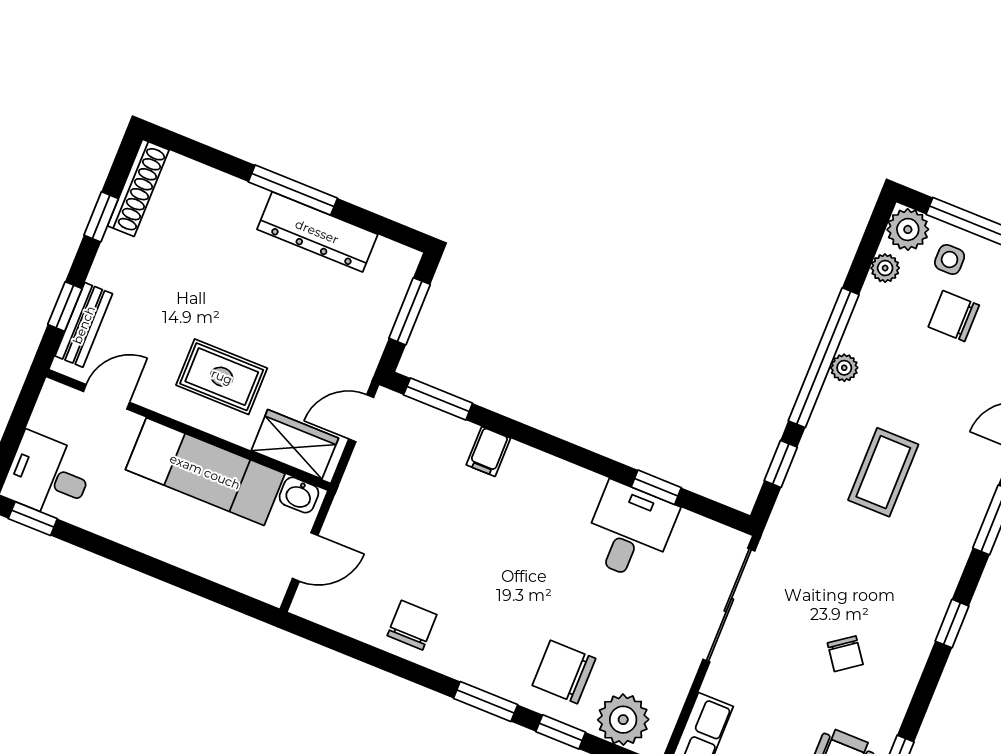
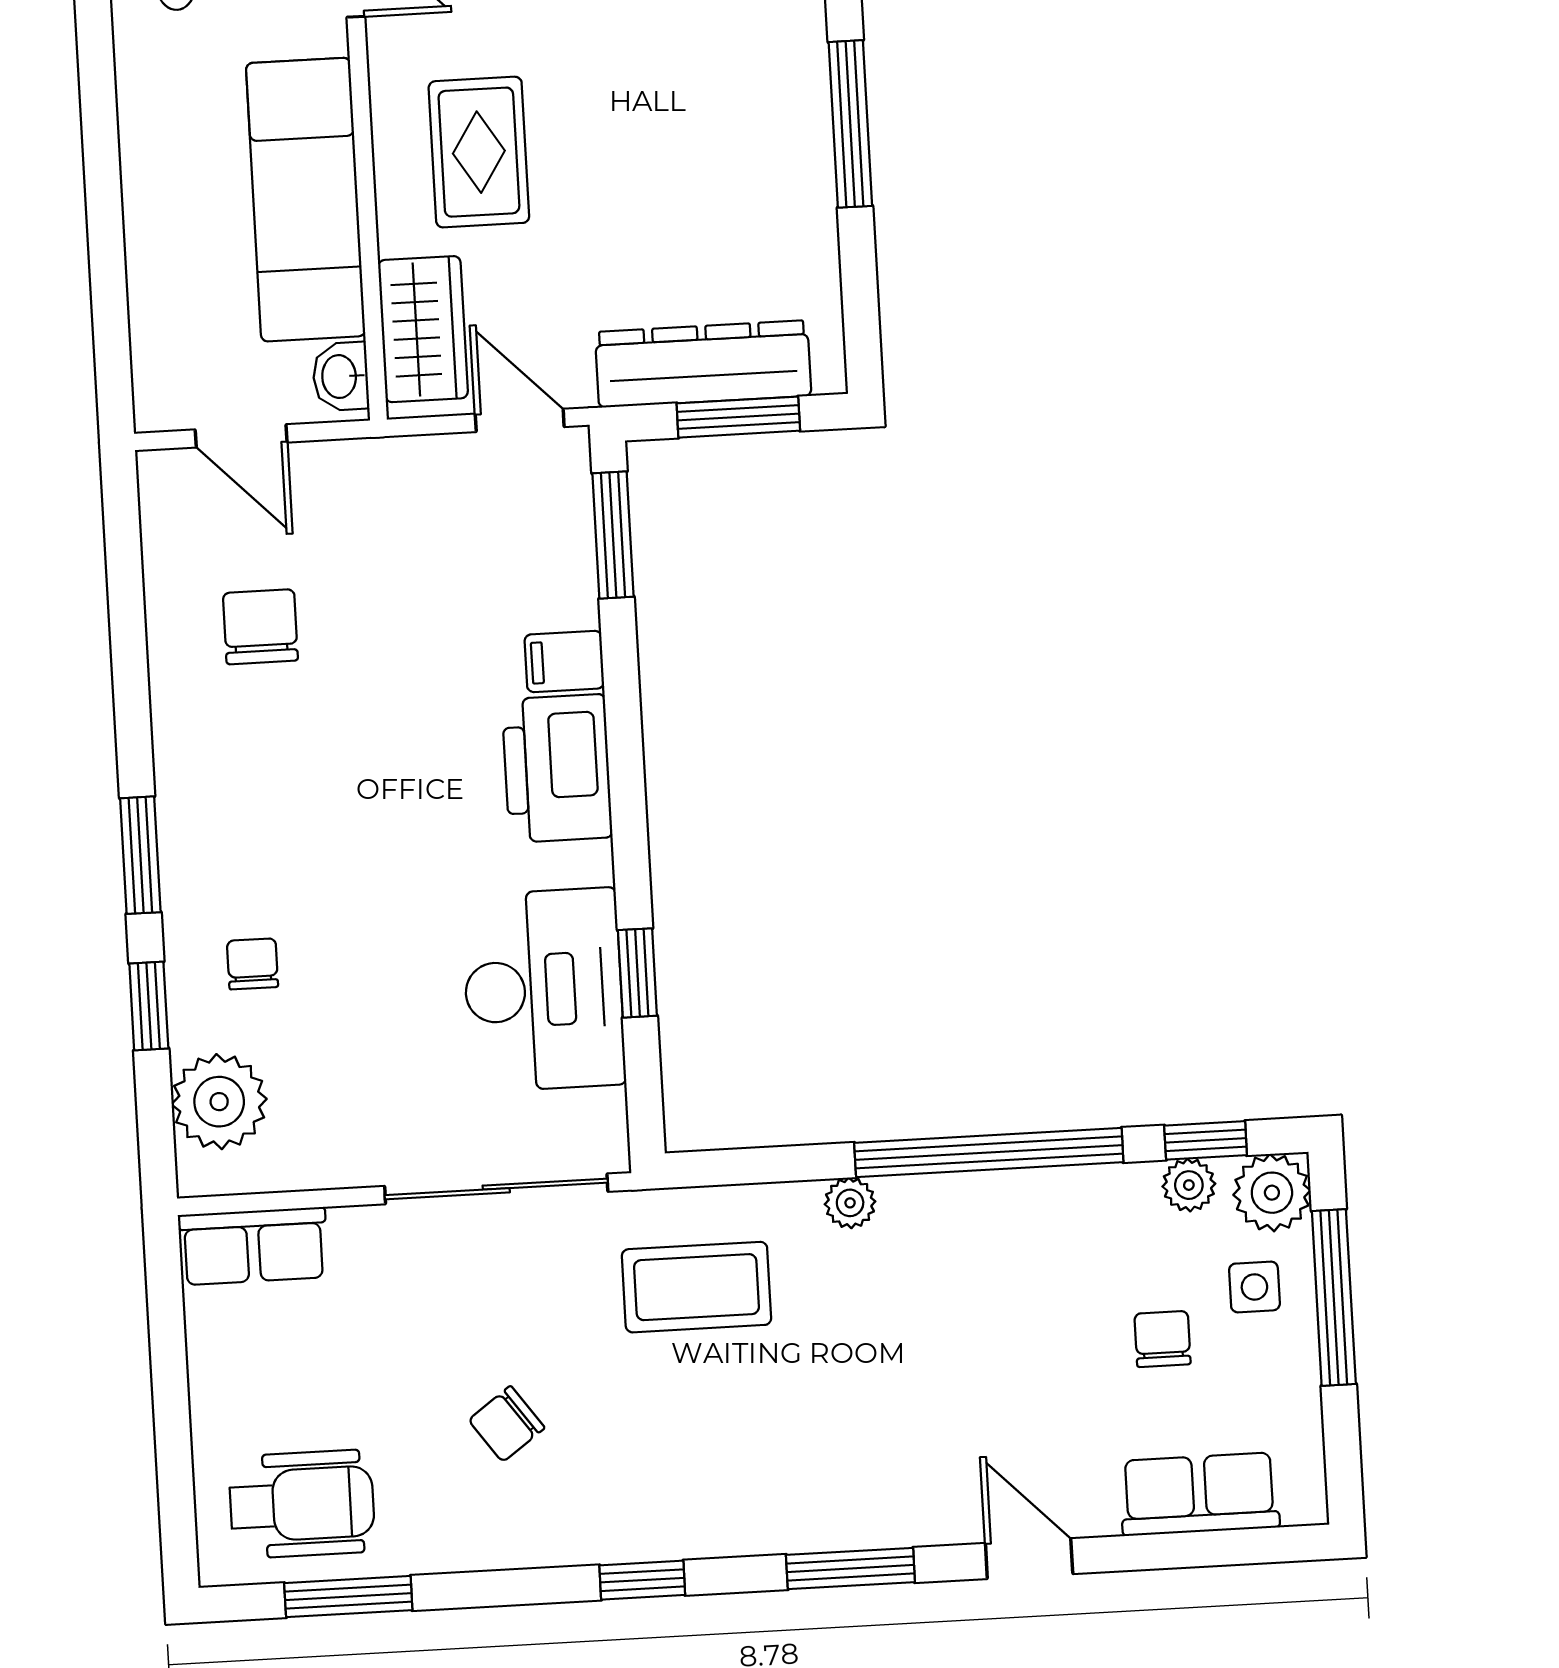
dresser: (317, 232) -> (703, 364), moved, turned 90
chair: (954, 316) -> (1163, 1339), width x0.73, depth x0.73
plant: (844, 368) -> (850, 1203), moved
window: (781, 464) -> (1206, 1140), moved
coffee table: (883, 472) -> (696, 1287), moved
printer: (539, 479) -> (557, 768), added
desk: (630, 531) -> (544, 990), width x1.37
chair: (412, 625) -> (260, 627), moved, turned -90
chair: (564, 672) -> (253, 964), width x0.54, depth x0.54

